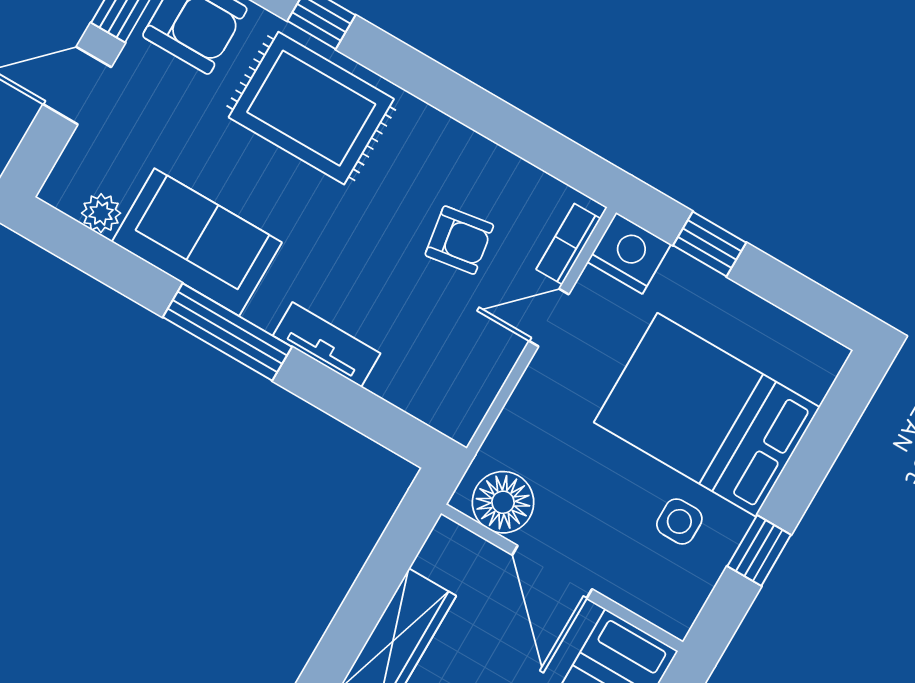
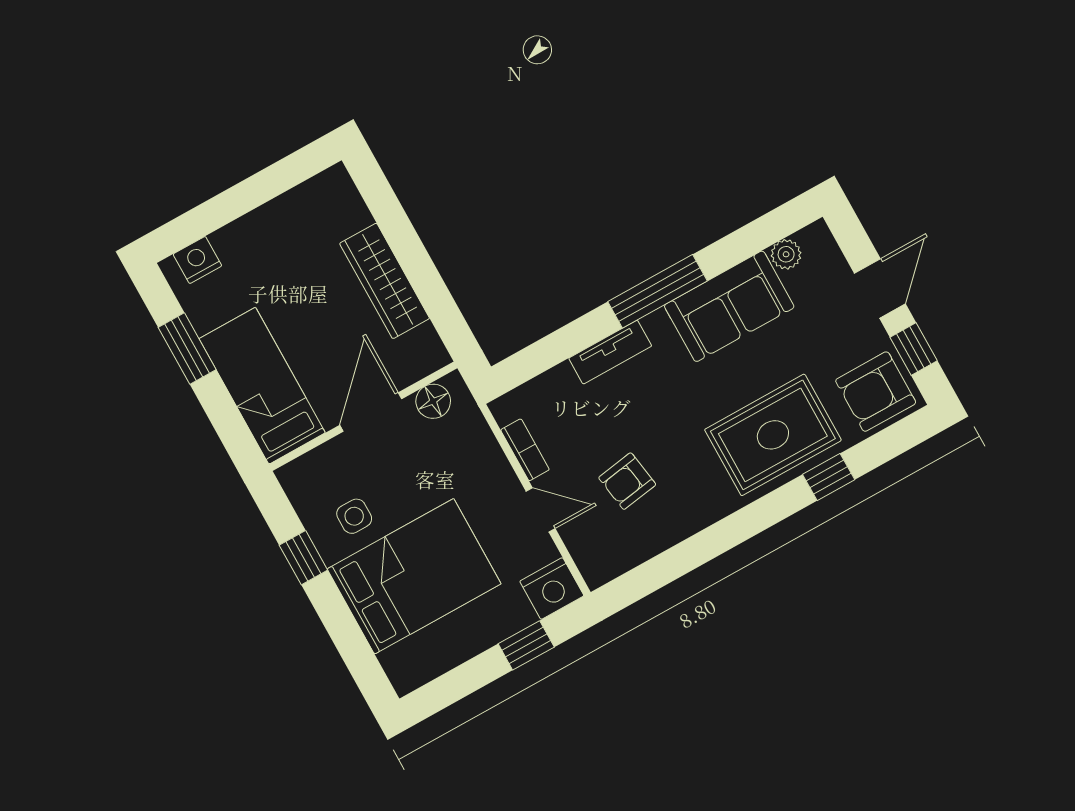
bookcase: (568, 244) -> (525, 450), moved
door: (549, 318) -> (541, 510), hinge flipped
floor lamp: (503, 502) -> (433, 401), width x0.73, depth x0.73
door: (552, 572) -> (371, 412), hinge flipped

